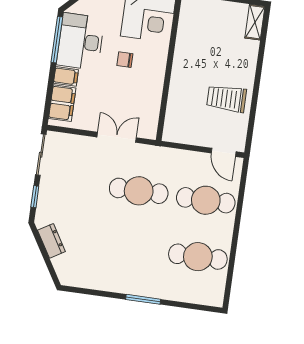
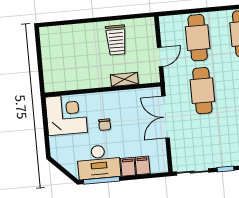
shelving: (255, 22) -> (124, 79), moved
filing cabinet: (62, 103) -> (143, 165), width x0.50
double door: (117, 137) -> (166, 117), width x1.37
door: (224, 152) -> (160, 57), moved

